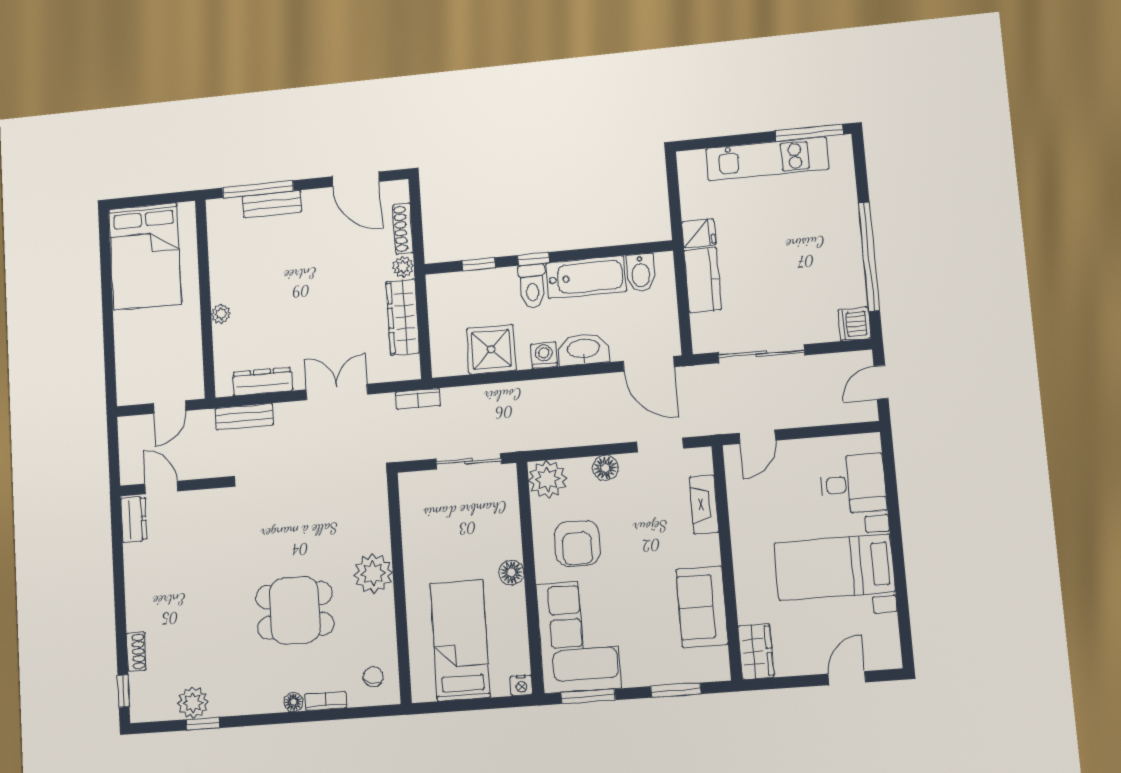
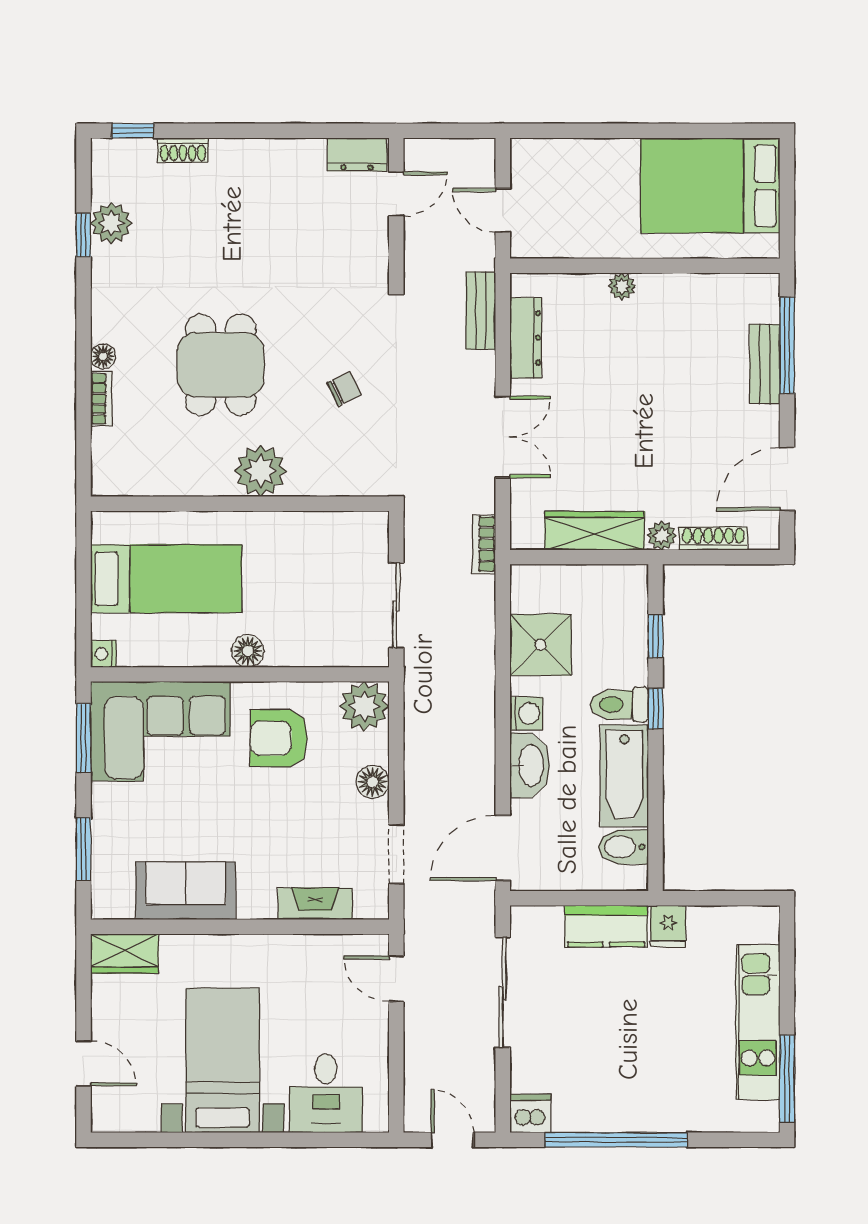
chair: (373, 677) -> (344, 389), moved, turned -45

